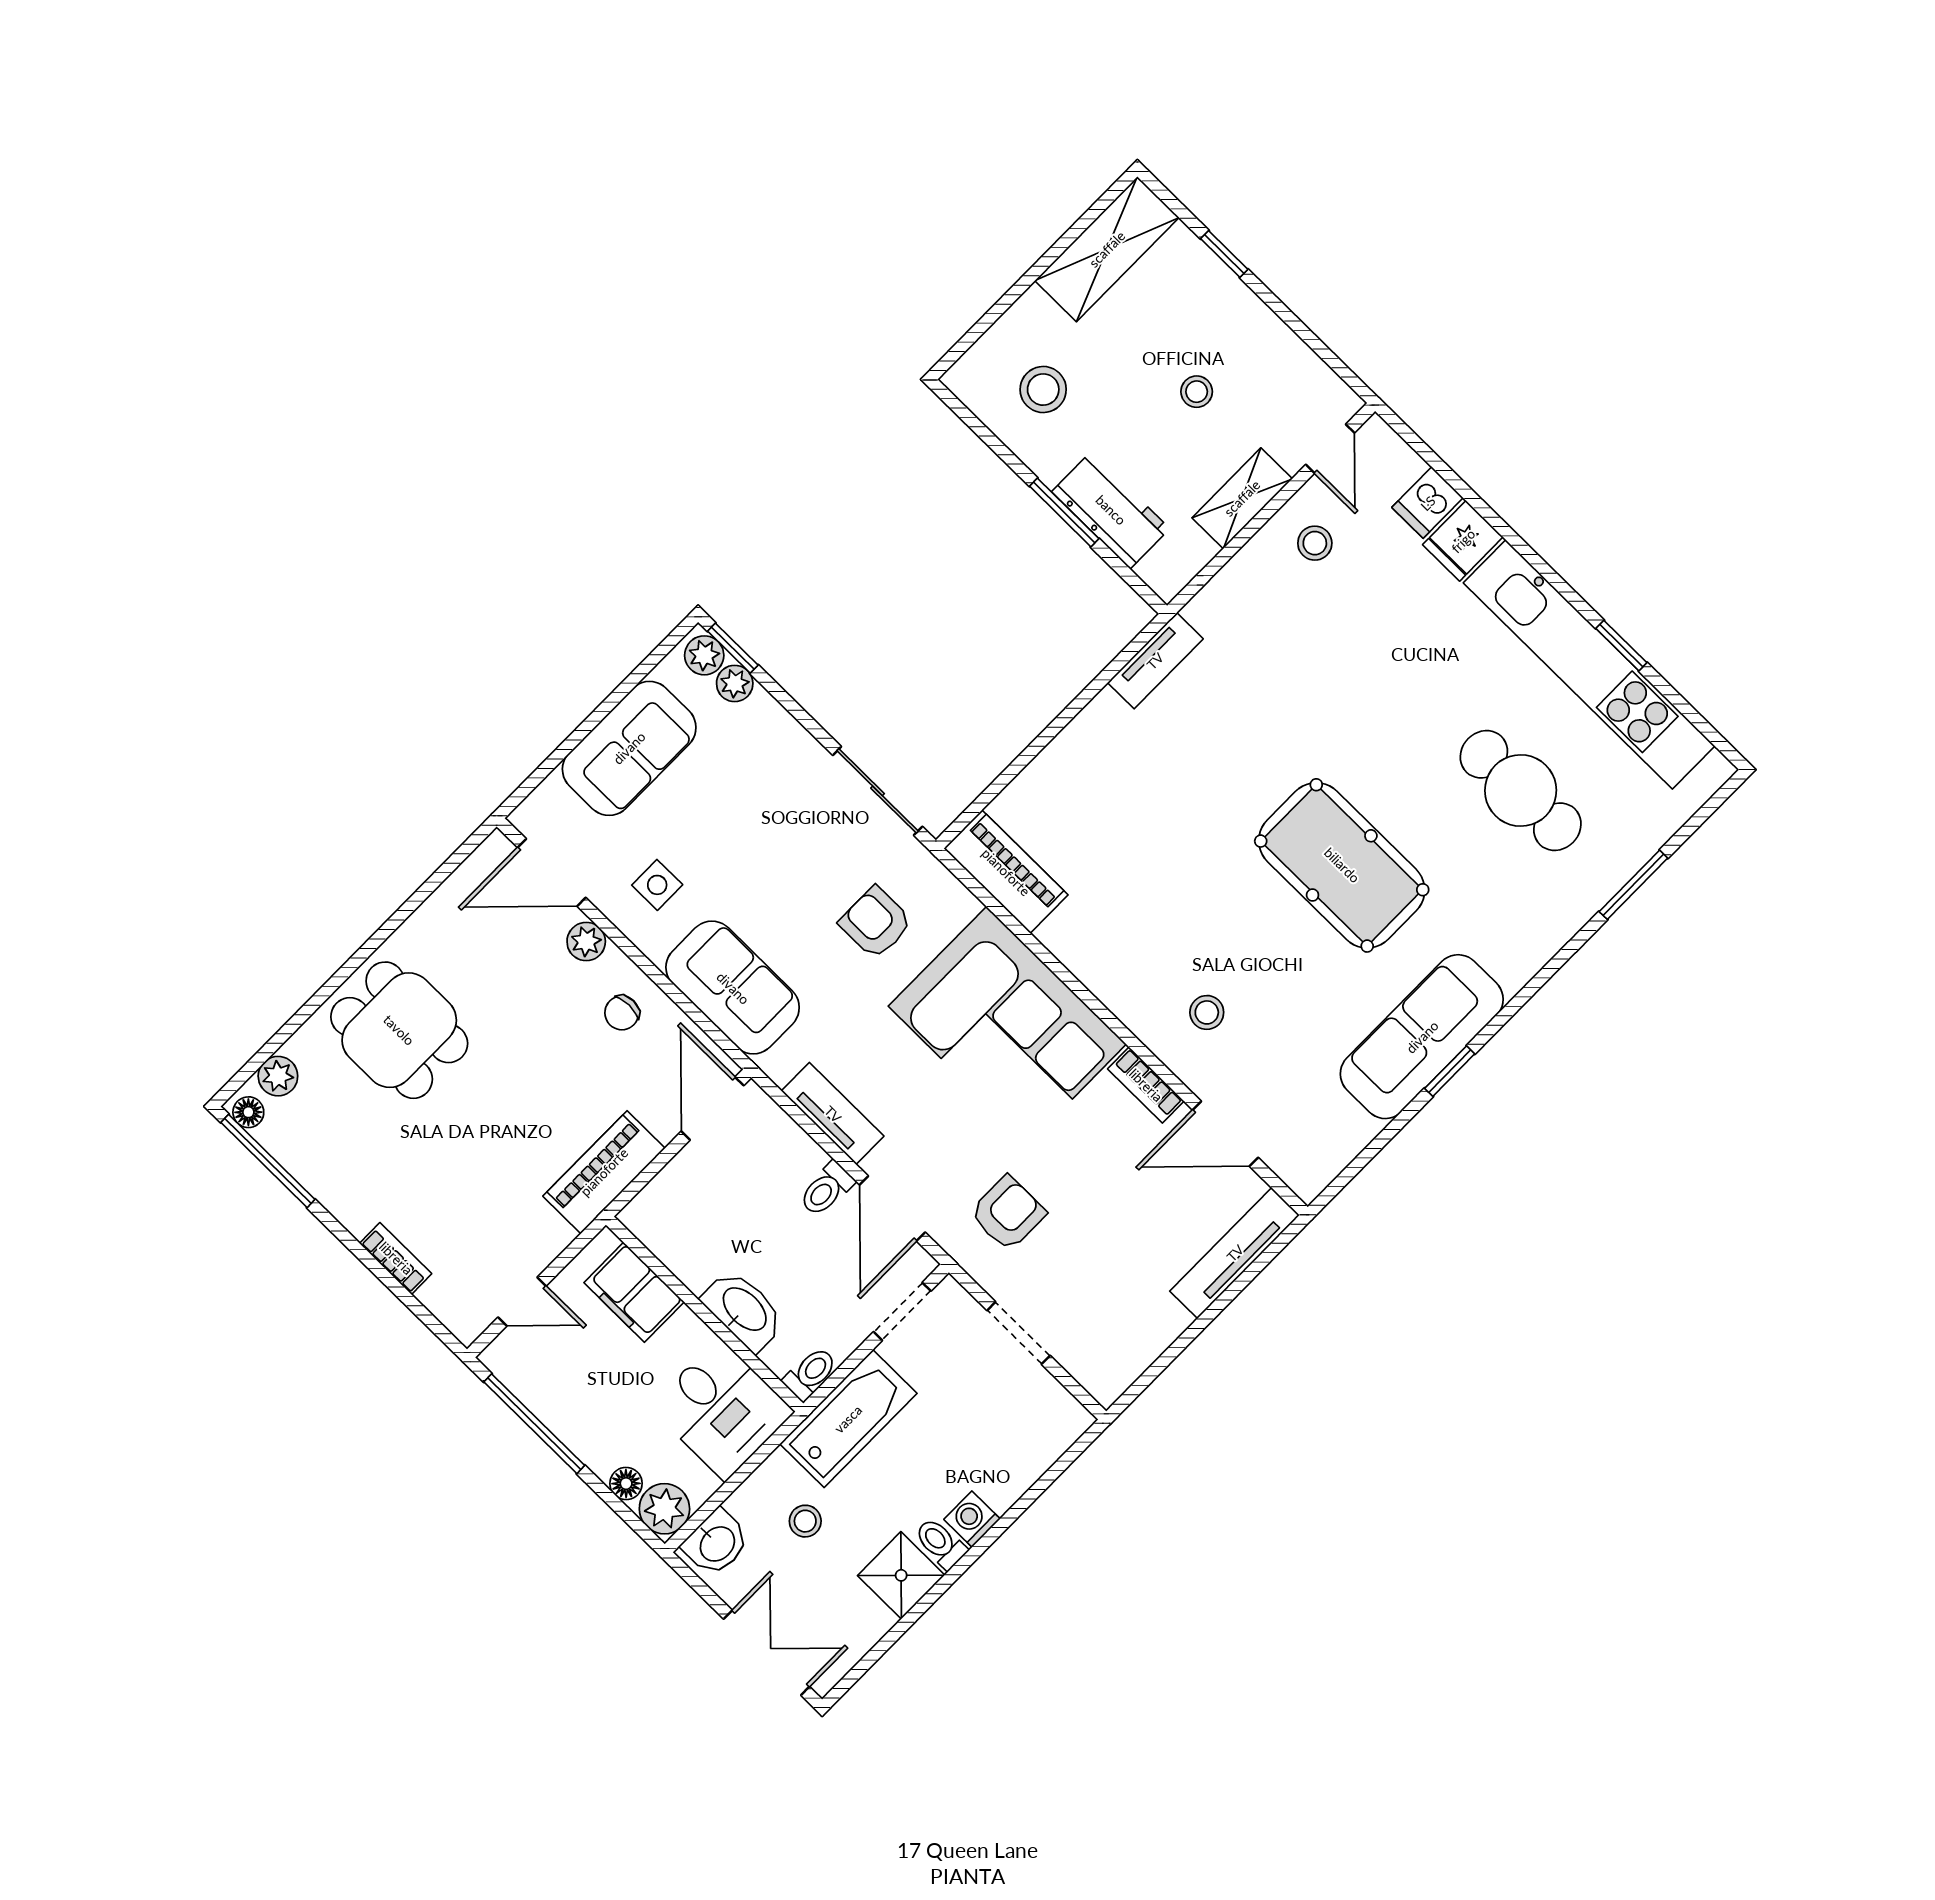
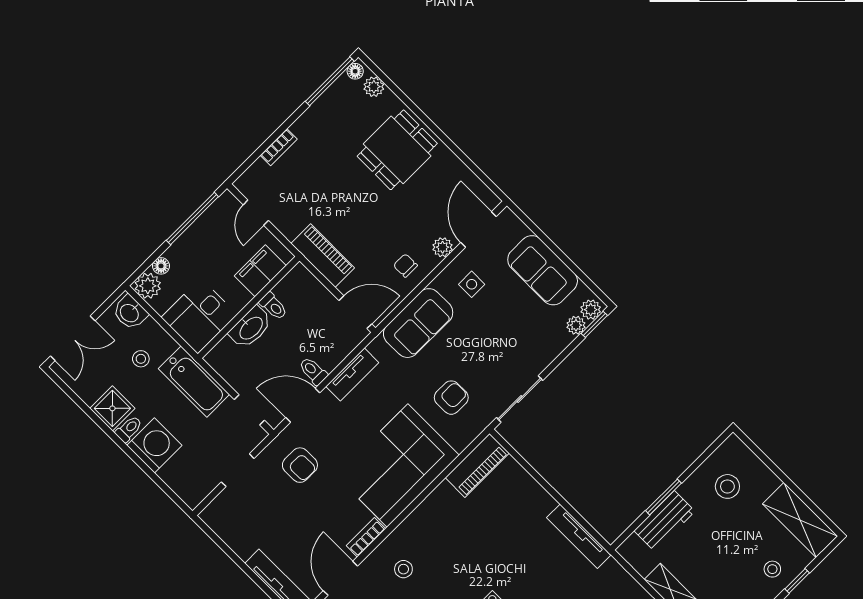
stool: (1197, 392) -> (772, 569), moved
tv unit: (1155, 661) -> (579, 536), width x1.41
toilet: (810, 1374) -> (273, 306), moved
washing machine: (972, 1519) -> (154, 445), width x1.89, depth x1.89

